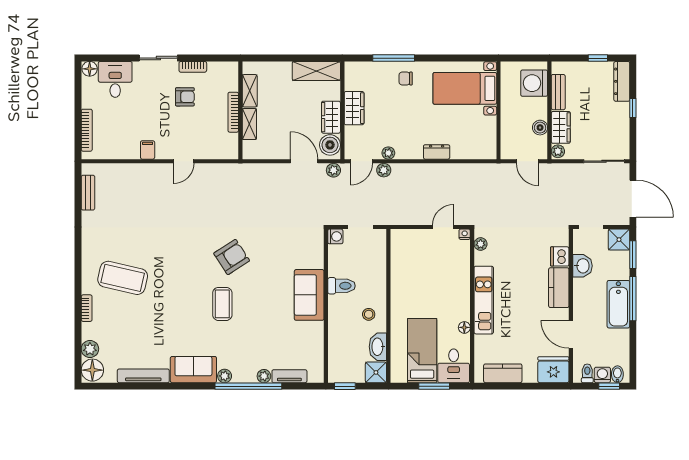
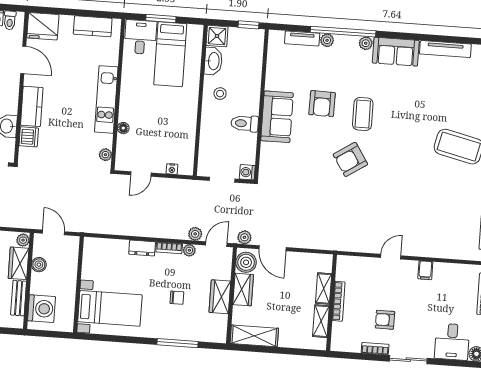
chair: (406, 78) -> (177, 298), moved
bookcase: (409, 154) -> (169, 248), added
nightstand: (465, 234) -> (172, 169), moved
armchair: (264, 312) -> (322, 104), added
floor lamp: (464, 327) -> (123, 128), moved

